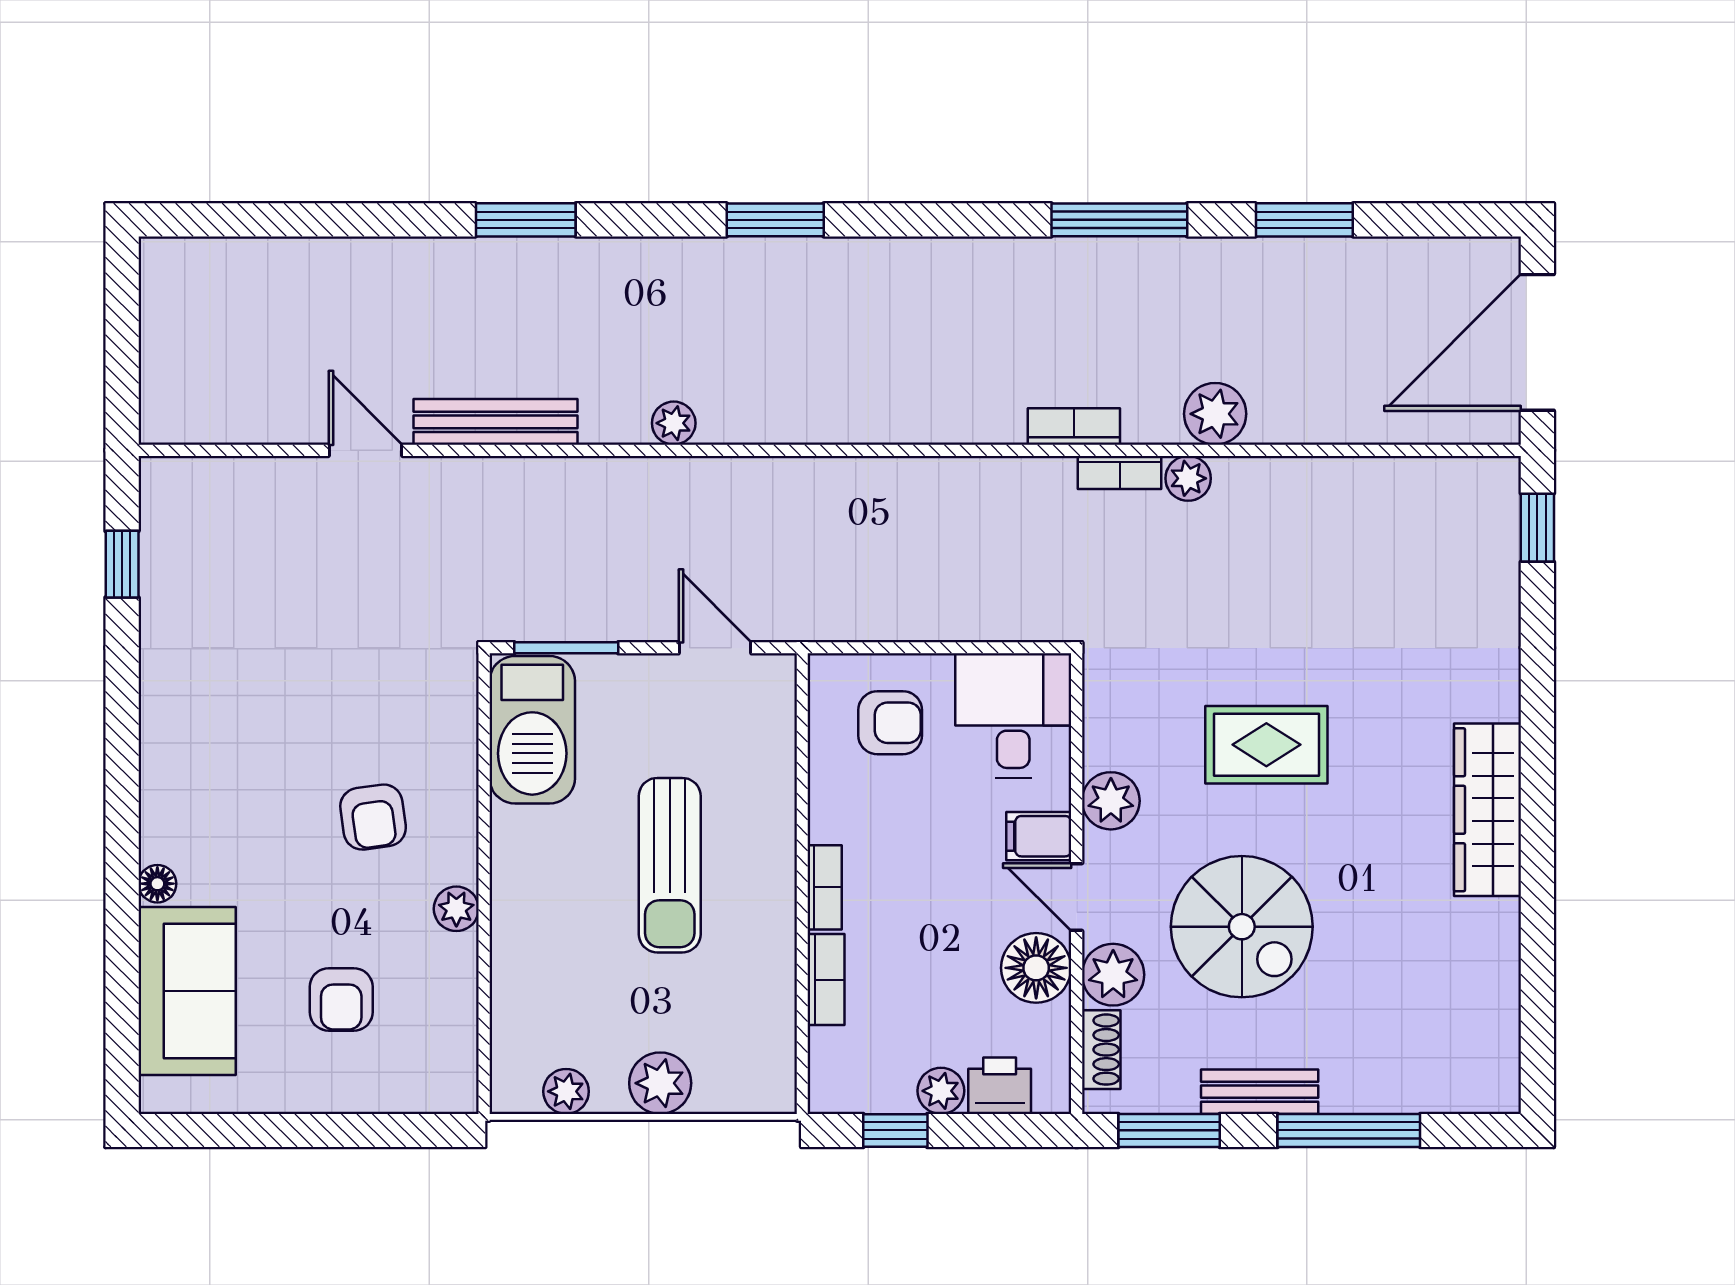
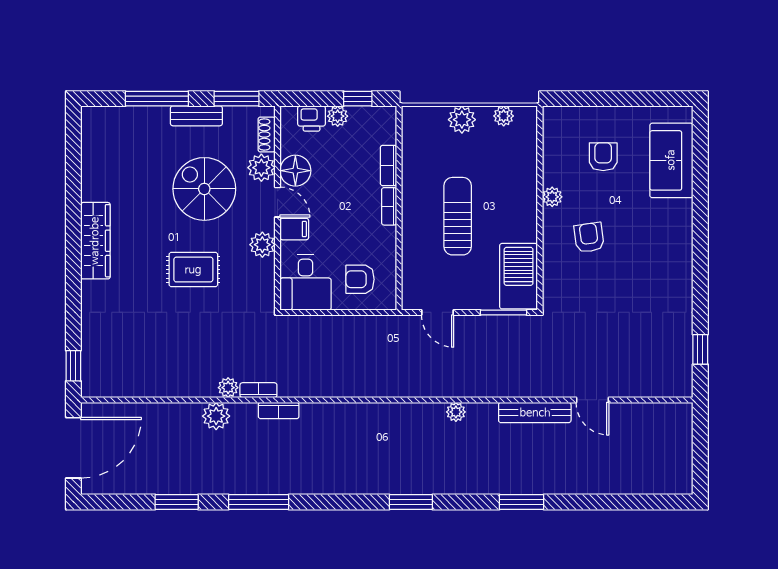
floor lamp: (157, 884) -> (685, 208), removed

